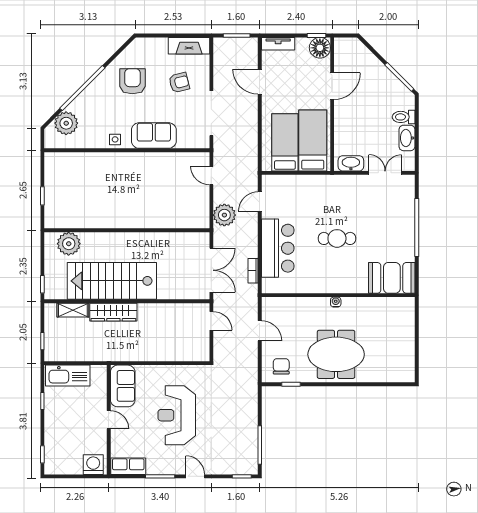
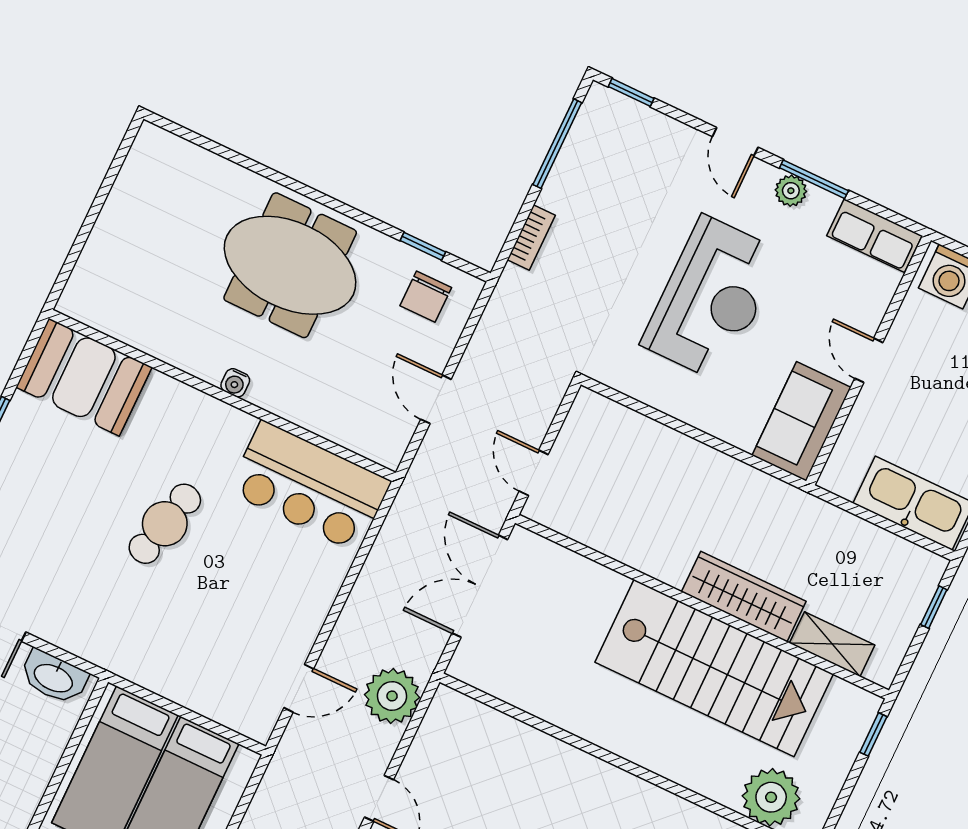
cafe table: (337, 238) -> (165, 524), turned -76
bar counter: (278, 248) -> (309, 486), moved, turned -90
bookcase: (253, 271) -> (531, 238), moved
plant: (166, 468) -> (791, 191), added

